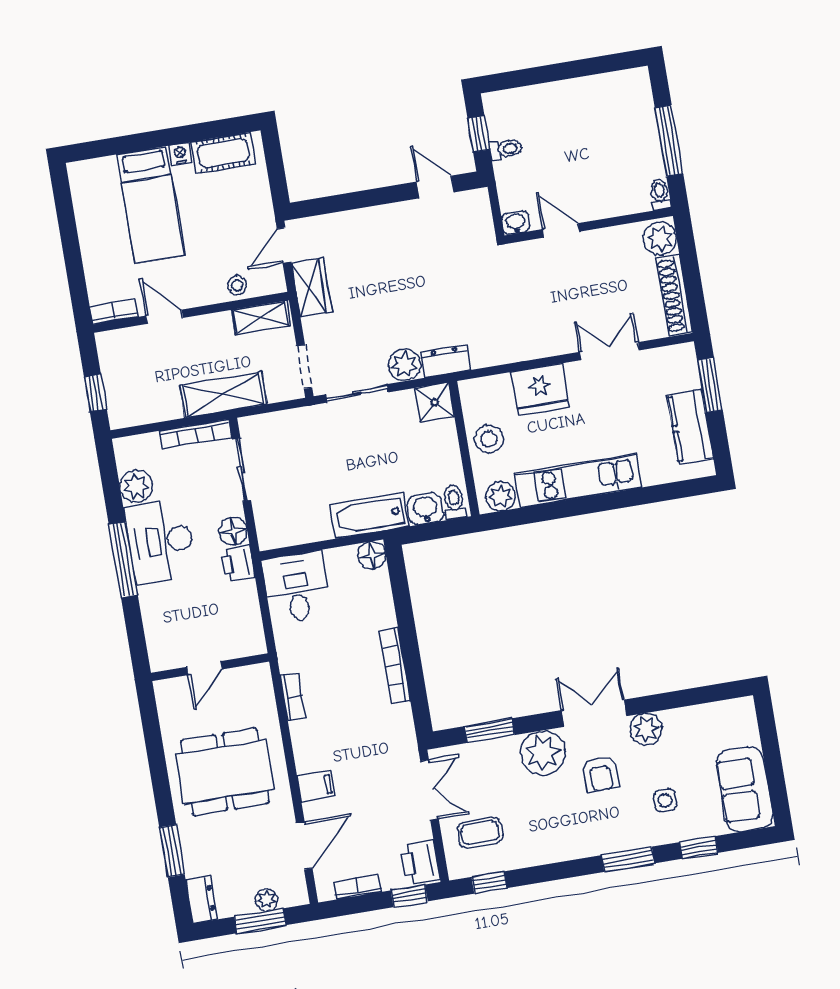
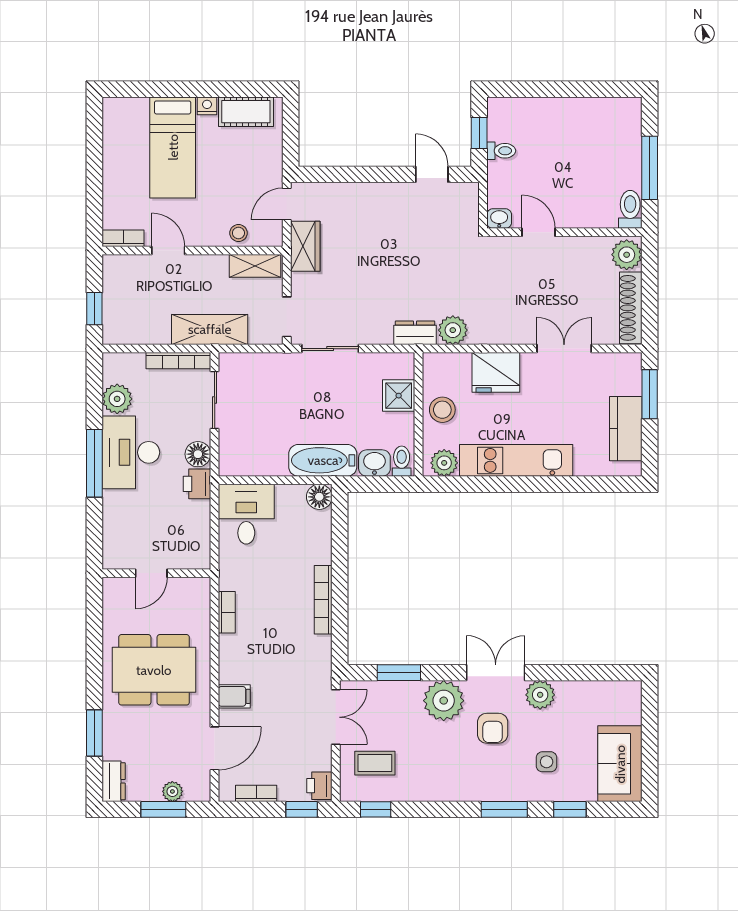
toilet: (660, 194) -> (630, 209), width x1.37, depth x1.39
plant: (404, 365) -> (453, 330), moved
shower: (434, 402) -> (399, 396), moved
printer: (420, 862) -> (319, 786), width x0.73, depth x0.81

